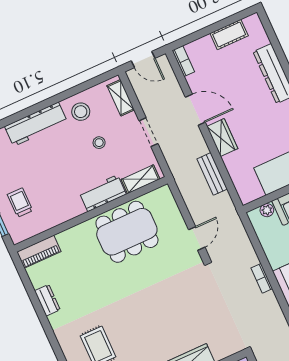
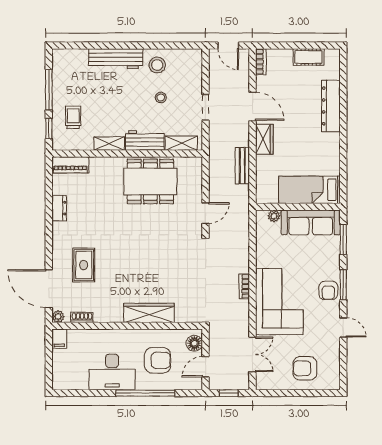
shelving: (121, 98) -> (109, 144), moved, turned 90
bookcase: (262, 278) -> (244, 286), moved

